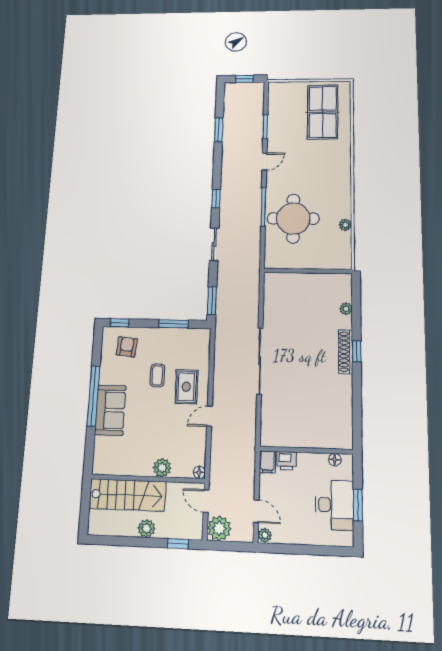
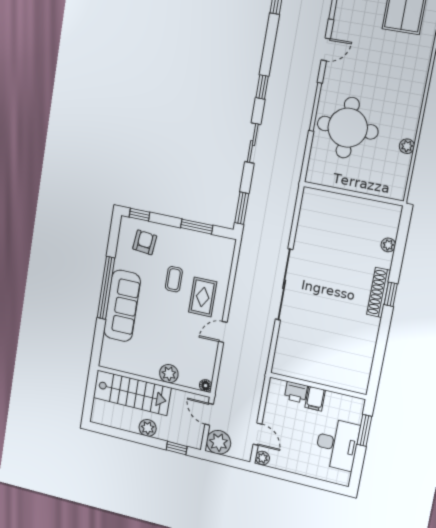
sofa: (110, 410) -> (122, 306), width x1.36
floor lamp: (335, 460) -> (346, 401), removed
filing cabinet: (267, 462) -> (315, 399), moved
window: (358, 505) -> (364, 430), moved

